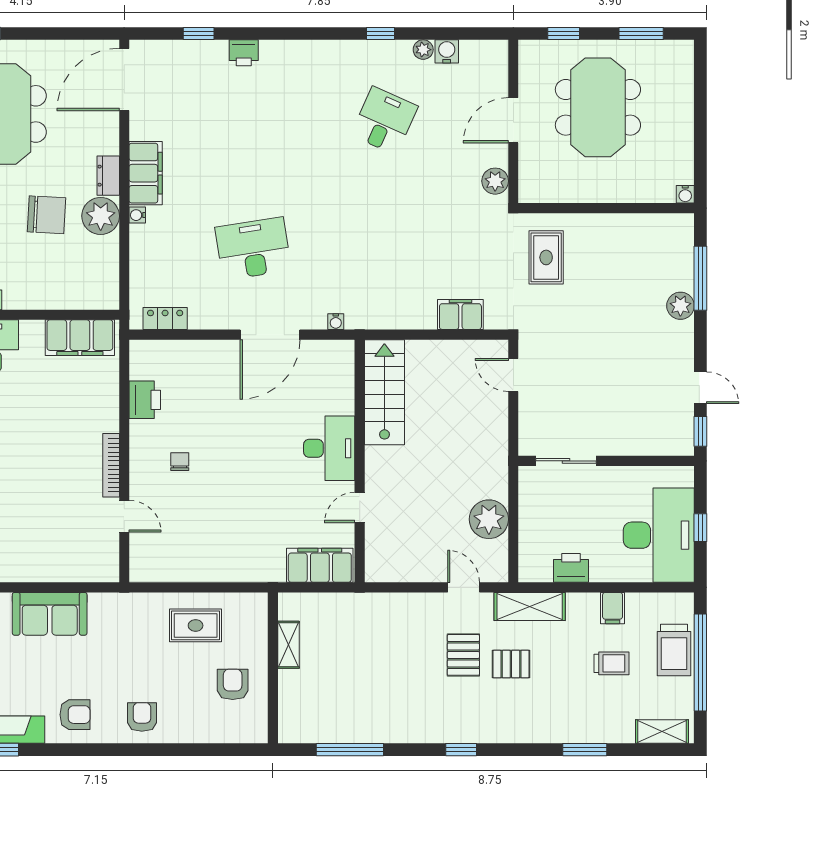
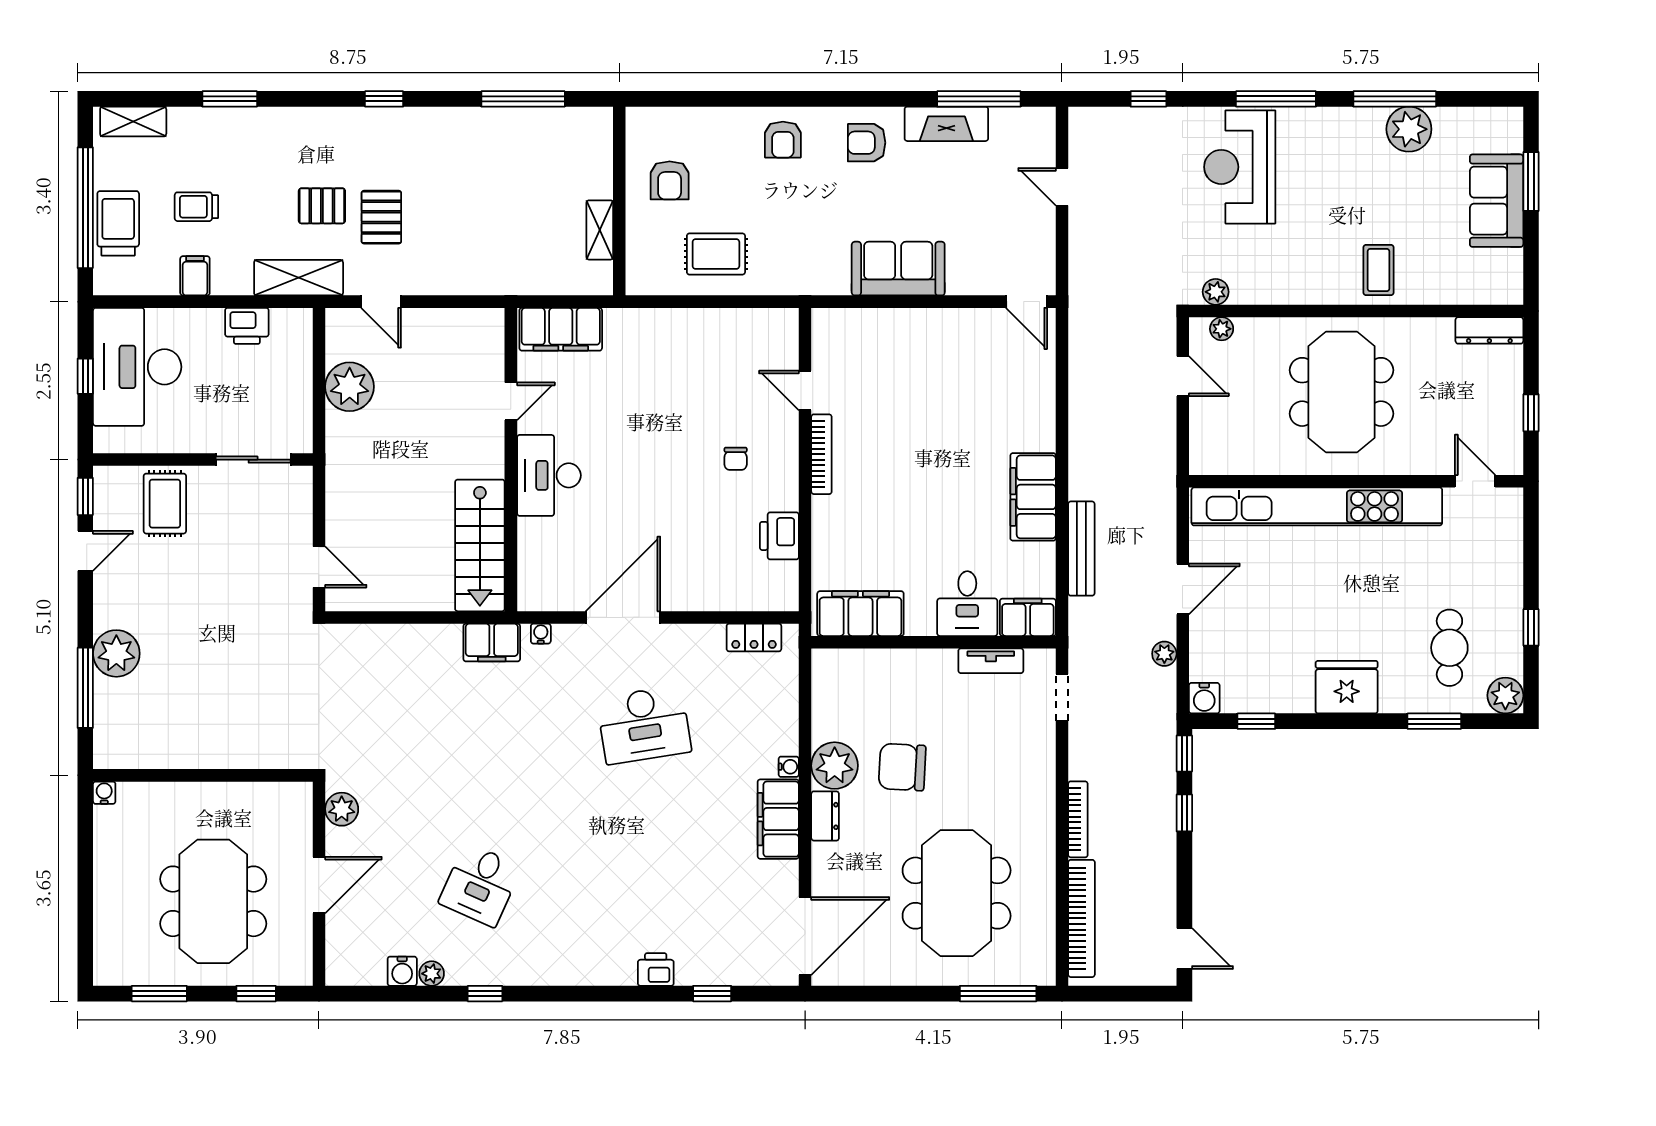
rug: (546, 257) -> (165, 504), moved
plant: (680, 306) -> (116, 653), width x1.36, depth x1.36
filing cabinet: (460, 314) -> (492, 643), moved
door: (700, 388) -> (85, 551), swing flipped

